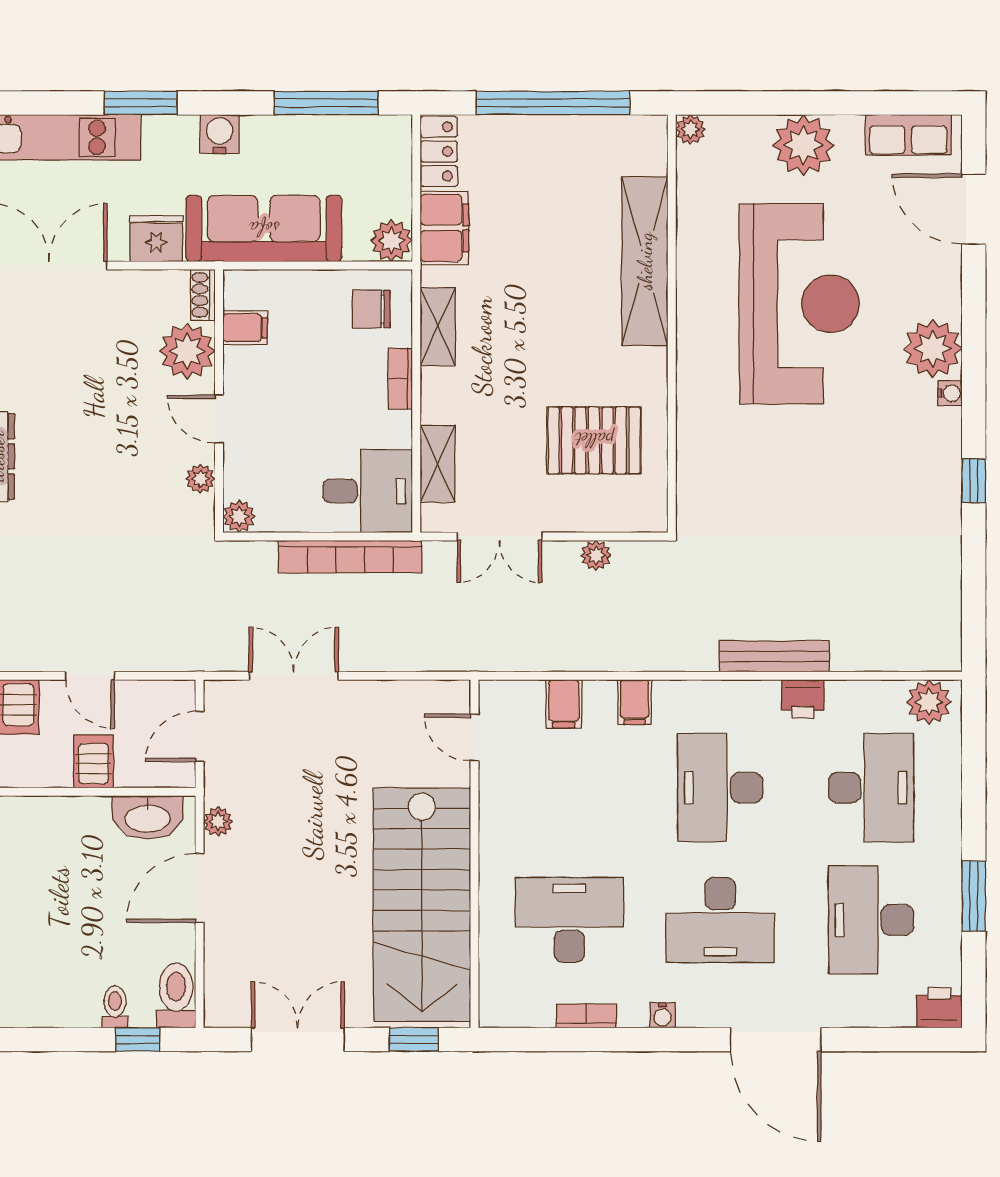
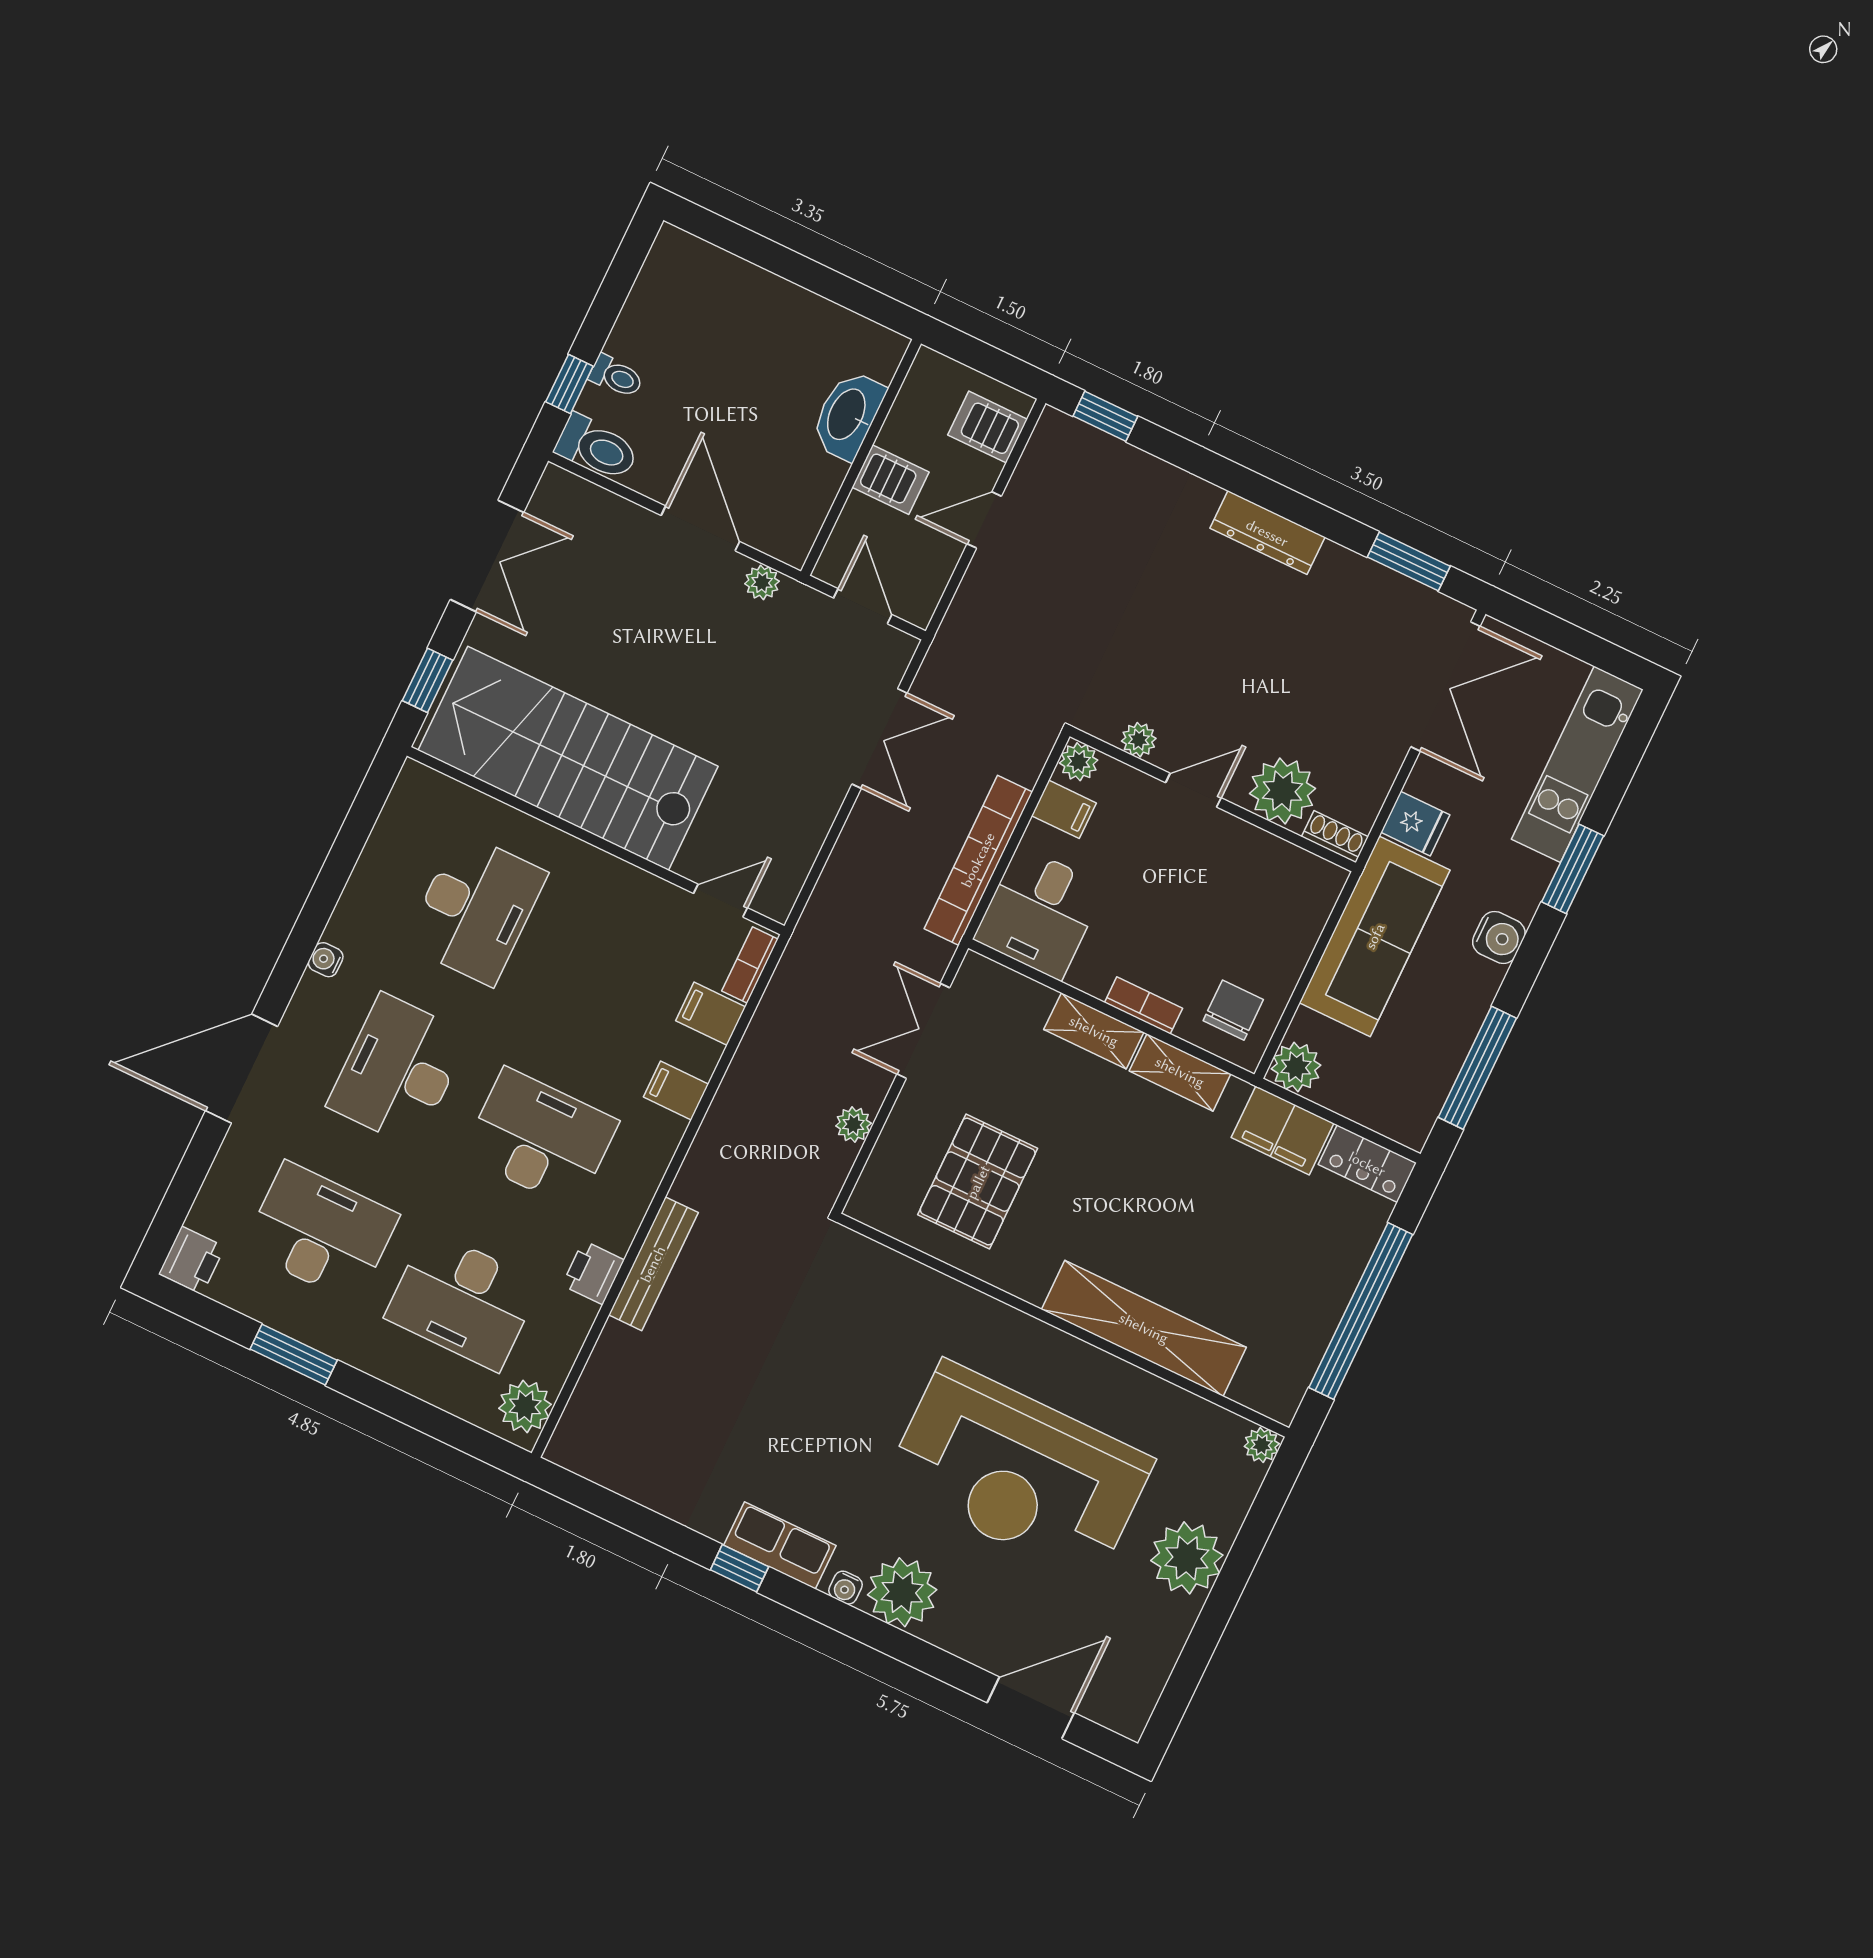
row of seats: (908, 135) -> (780, 1545), moved, turned 90
fridge: (156, 239) -> (1415, 824), width x0.72
filing cabinet: (245, 328) -> (1064, 809), moved, turned -90
shelving: (437, 464) -> (1094, 1031), moved
washbasin: (148, 817) -> (848, 415), moved
bookcase: (587, 1016) -> (750, 965), moved, turned 180

